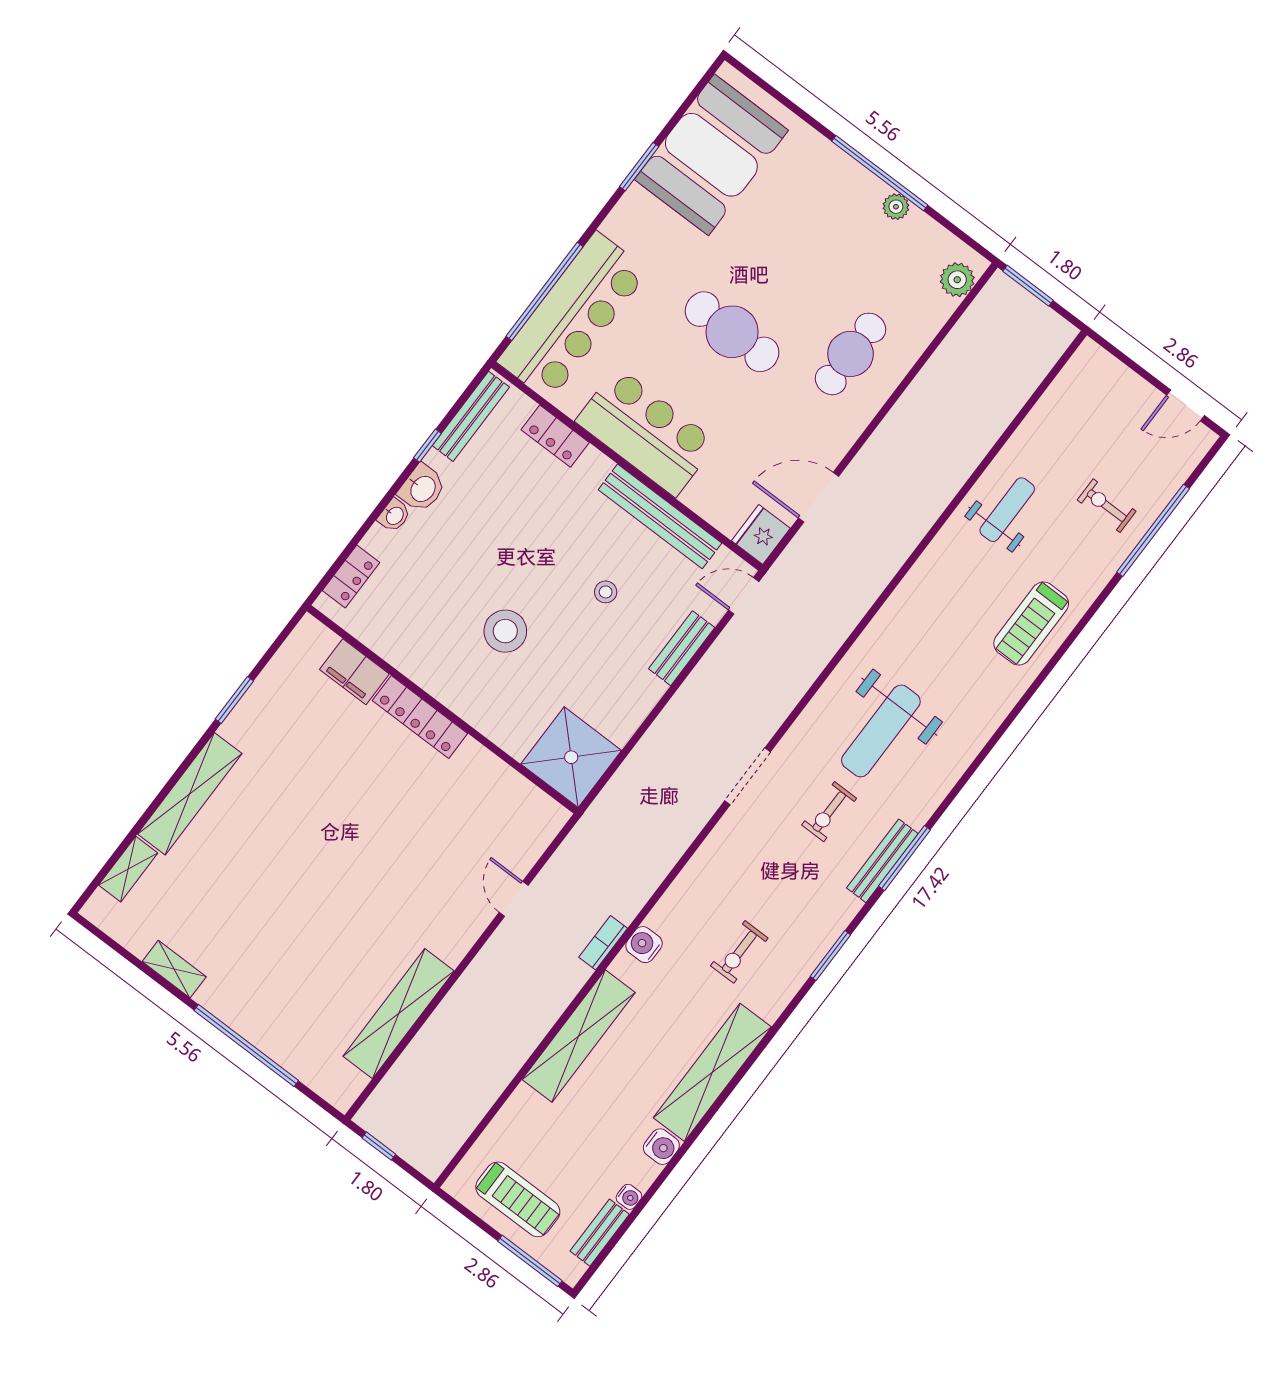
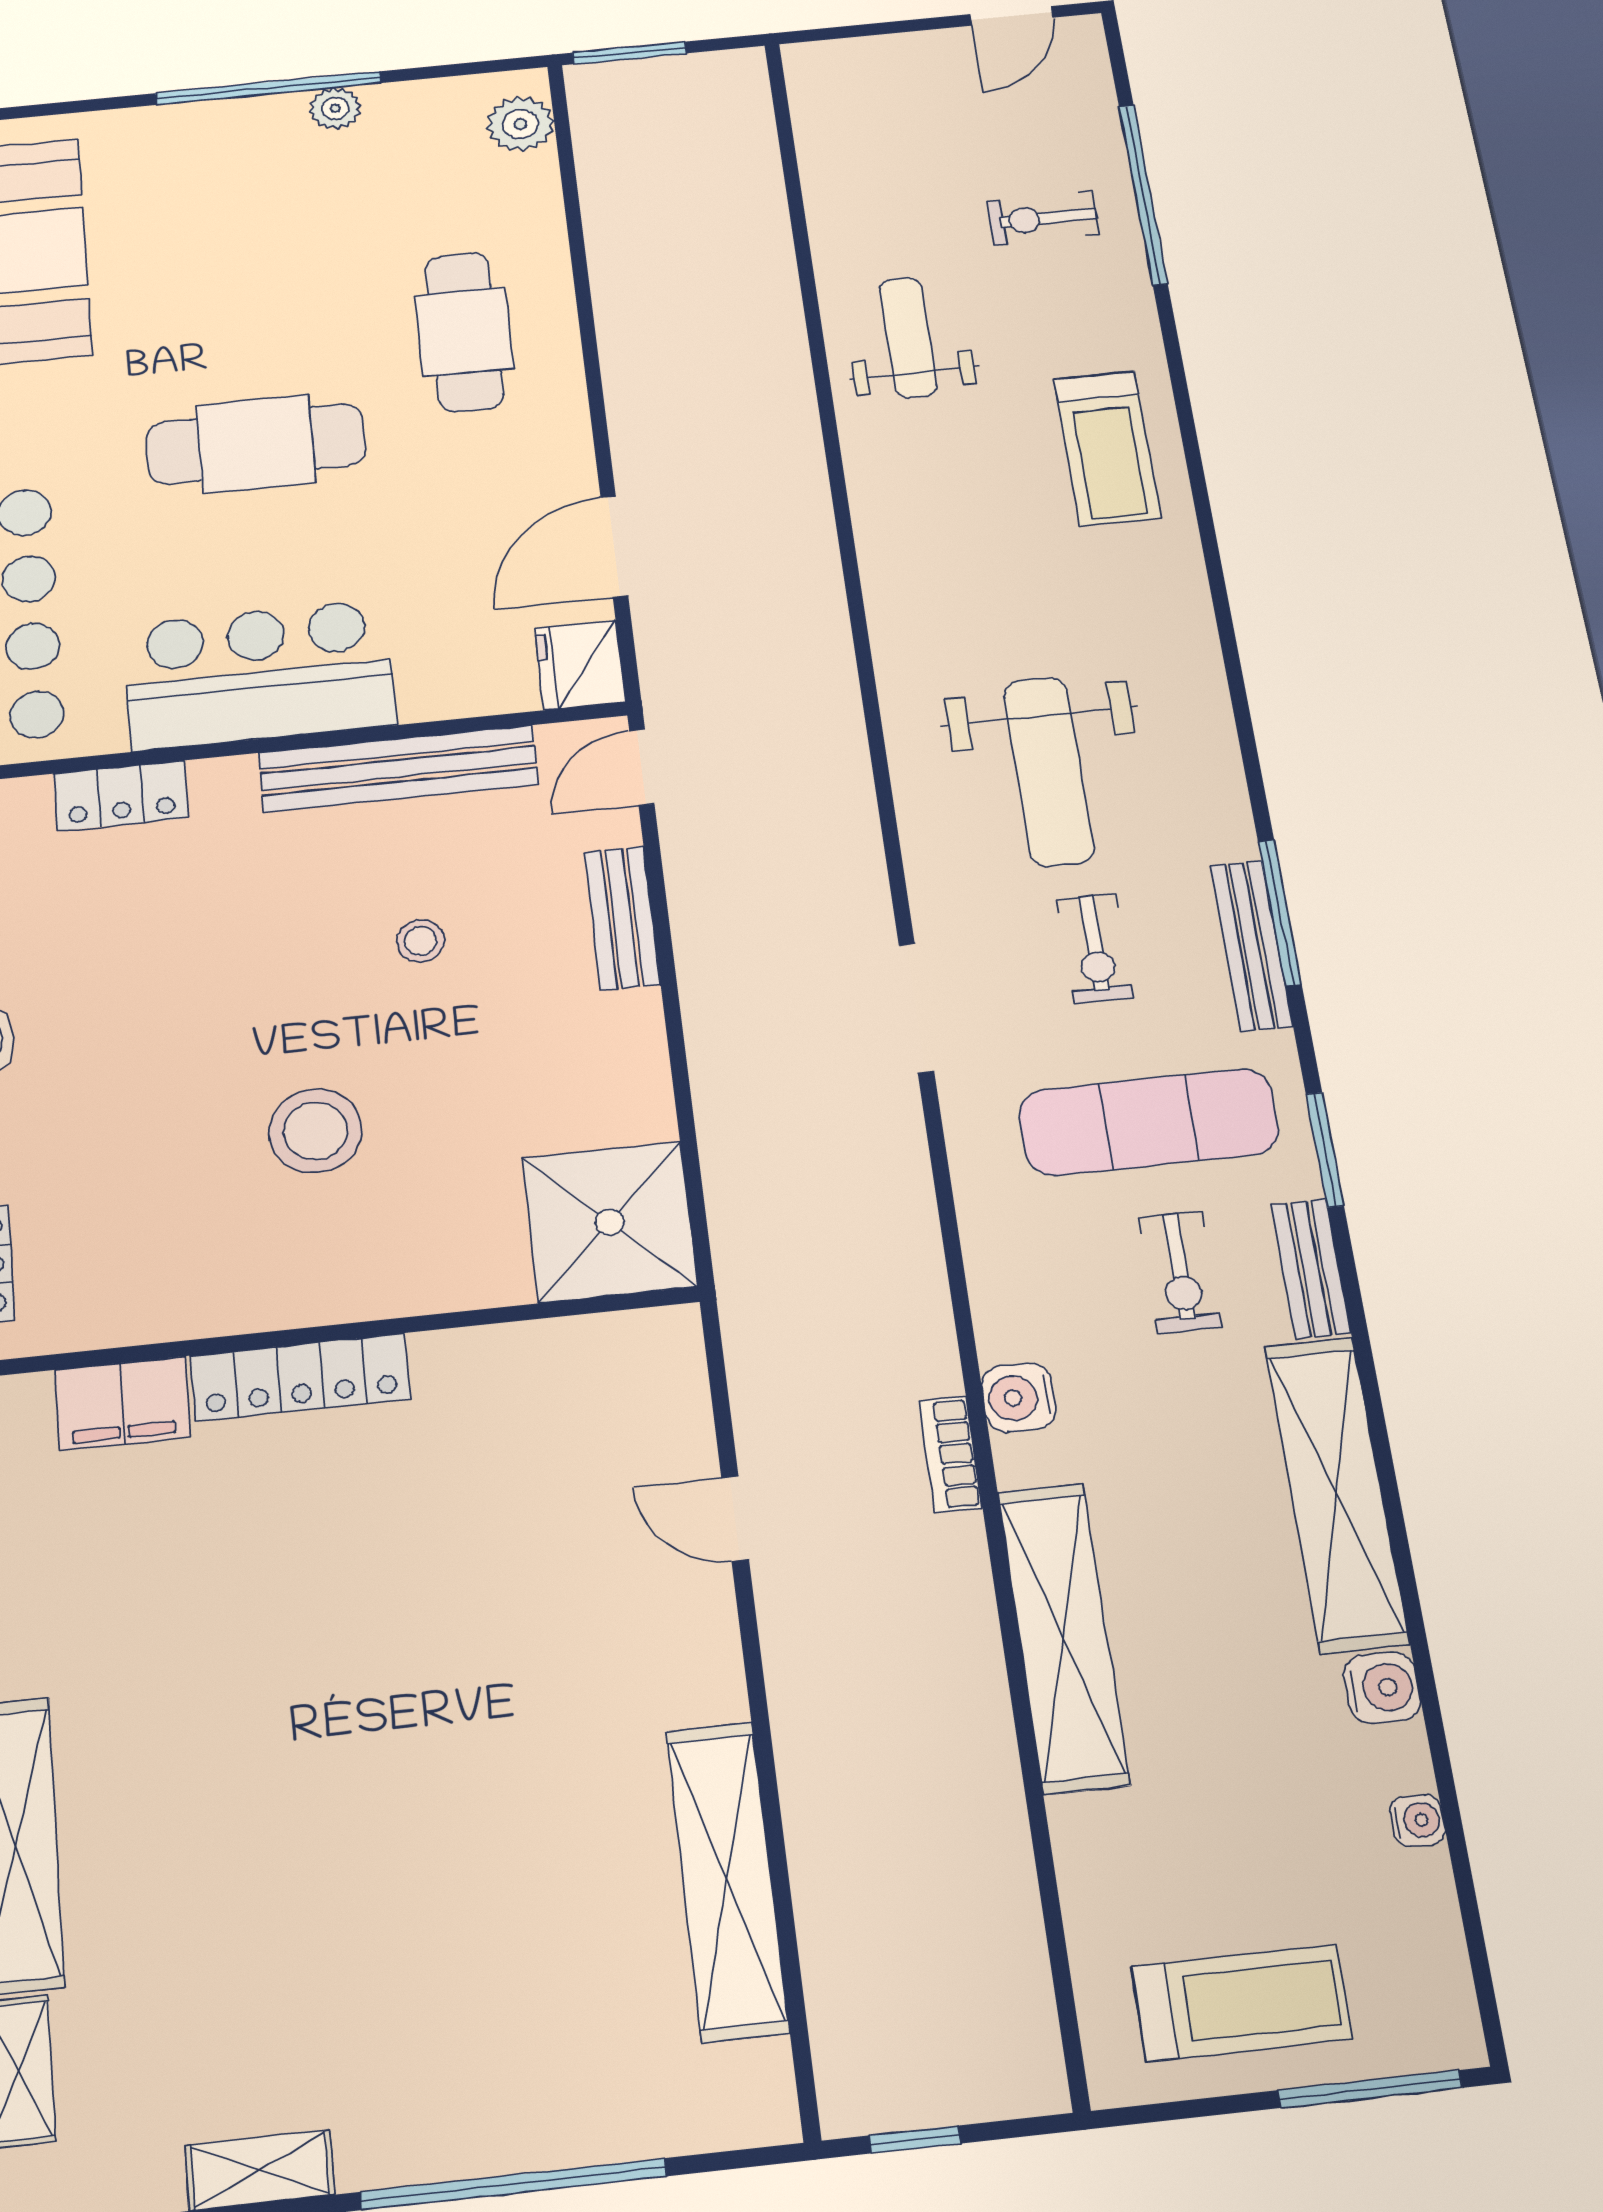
exercise mat: (783, 891) -> (1149, 1122), added
bench: (600, 1233) -> (1311, 1268), moved

